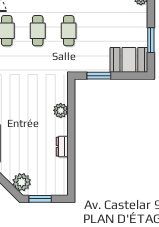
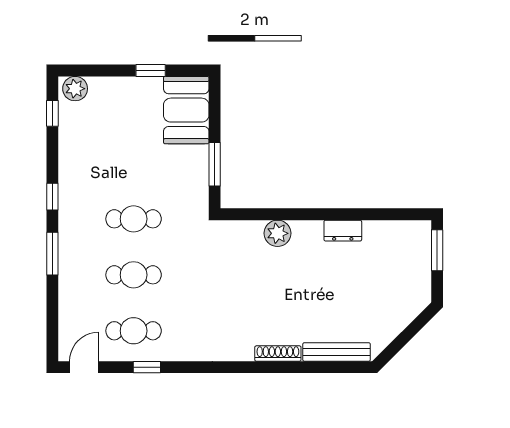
window: (151, 40) -> (151, 71), width x0.67
plant: (22, 182) -> (407, 304), removed
window: (40, 199) -> (437, 250), moved

